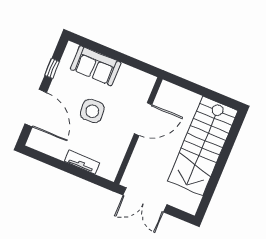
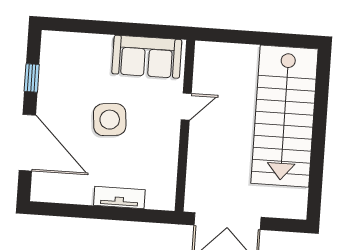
sofa: (96, 66) -> (147, 57), moved
door: (143, 119) -> (186, 107), width x0.53

